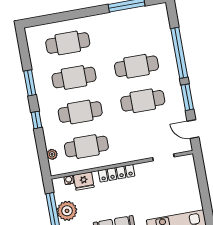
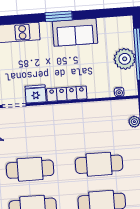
cafe table: (86, 147) -> (96, 126), removed
fridge: (84, 181) -> (36, 94), moved

